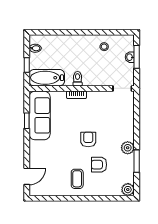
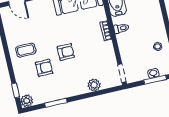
plant: (128, 148) -> (94, 85), moved
armchair: (99, 165) -> (44, 68), turned 90
window: (115, 198) -> (16, 90), added

